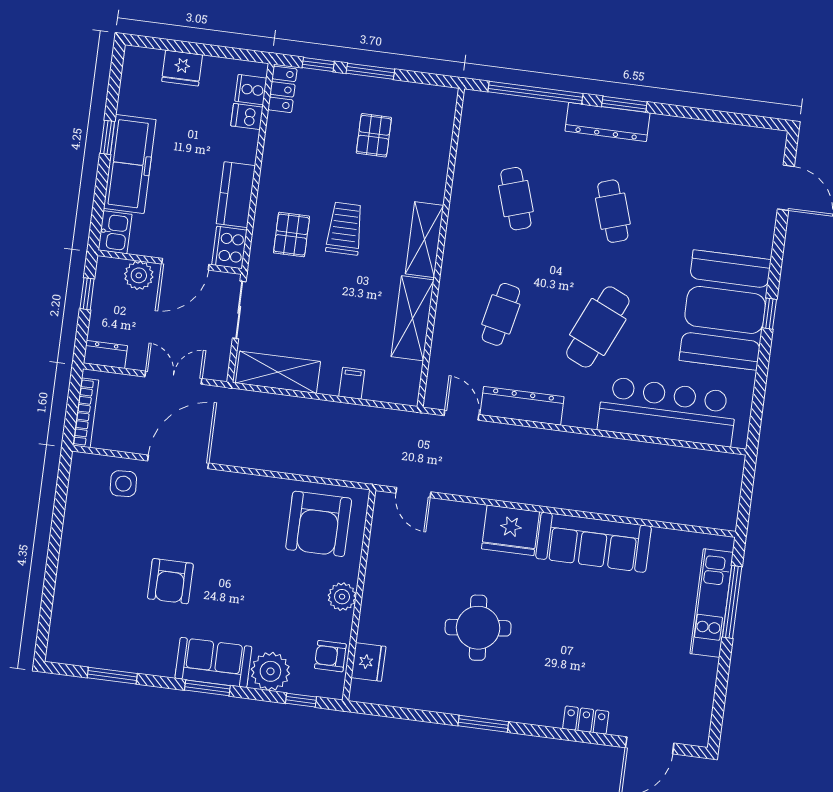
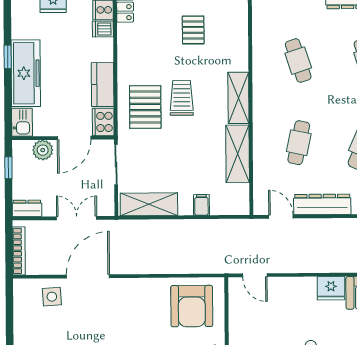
pallet: (292, 235) -> (145, 107), width x1.50, depth x1.42
fridge: (510, 530) -> (331, 288), width x0.73, depth x0.75

